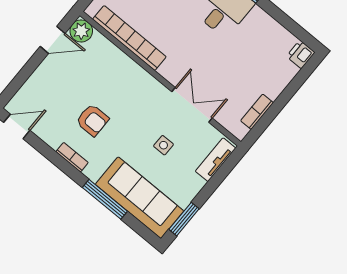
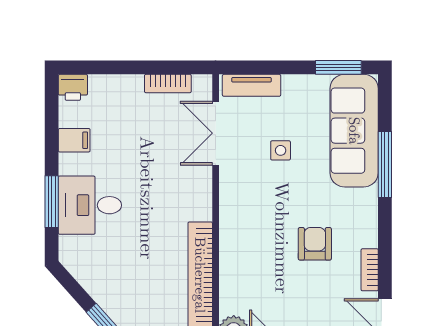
filing cabinet: (269, 30) -> (74, 140), added
double door: (192, 105) -> (216, 133), moved
bookcase: (72, 157) -> (370, 270), moved

